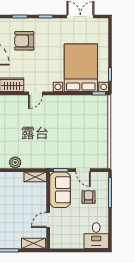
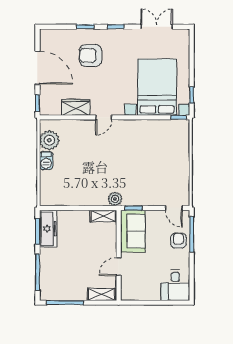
plant: (15, 162) -> (115, 199), moved
door: (83, 170) -> (174, 208), moved
armchair: (89, 197) -> (178, 241), moved

